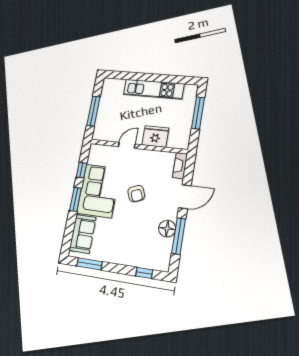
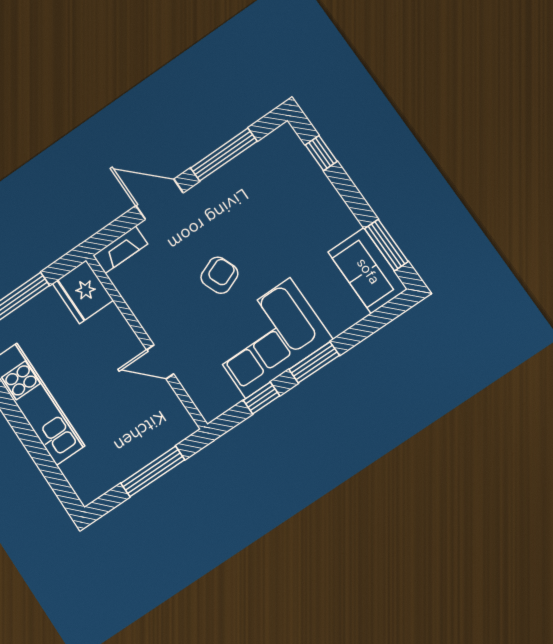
fridge: (155, 136) -> (83, 292), moved
floor lamp: (167, 229) -> (228, 181), removed
sofa: (83, 234) -> (368, 271), moved, turned -90

